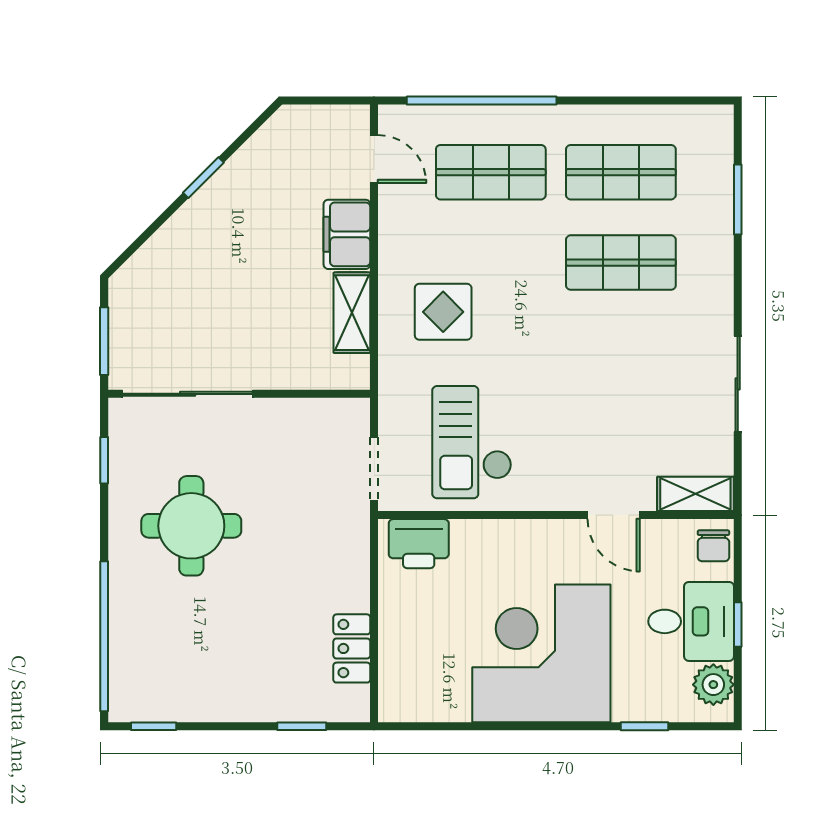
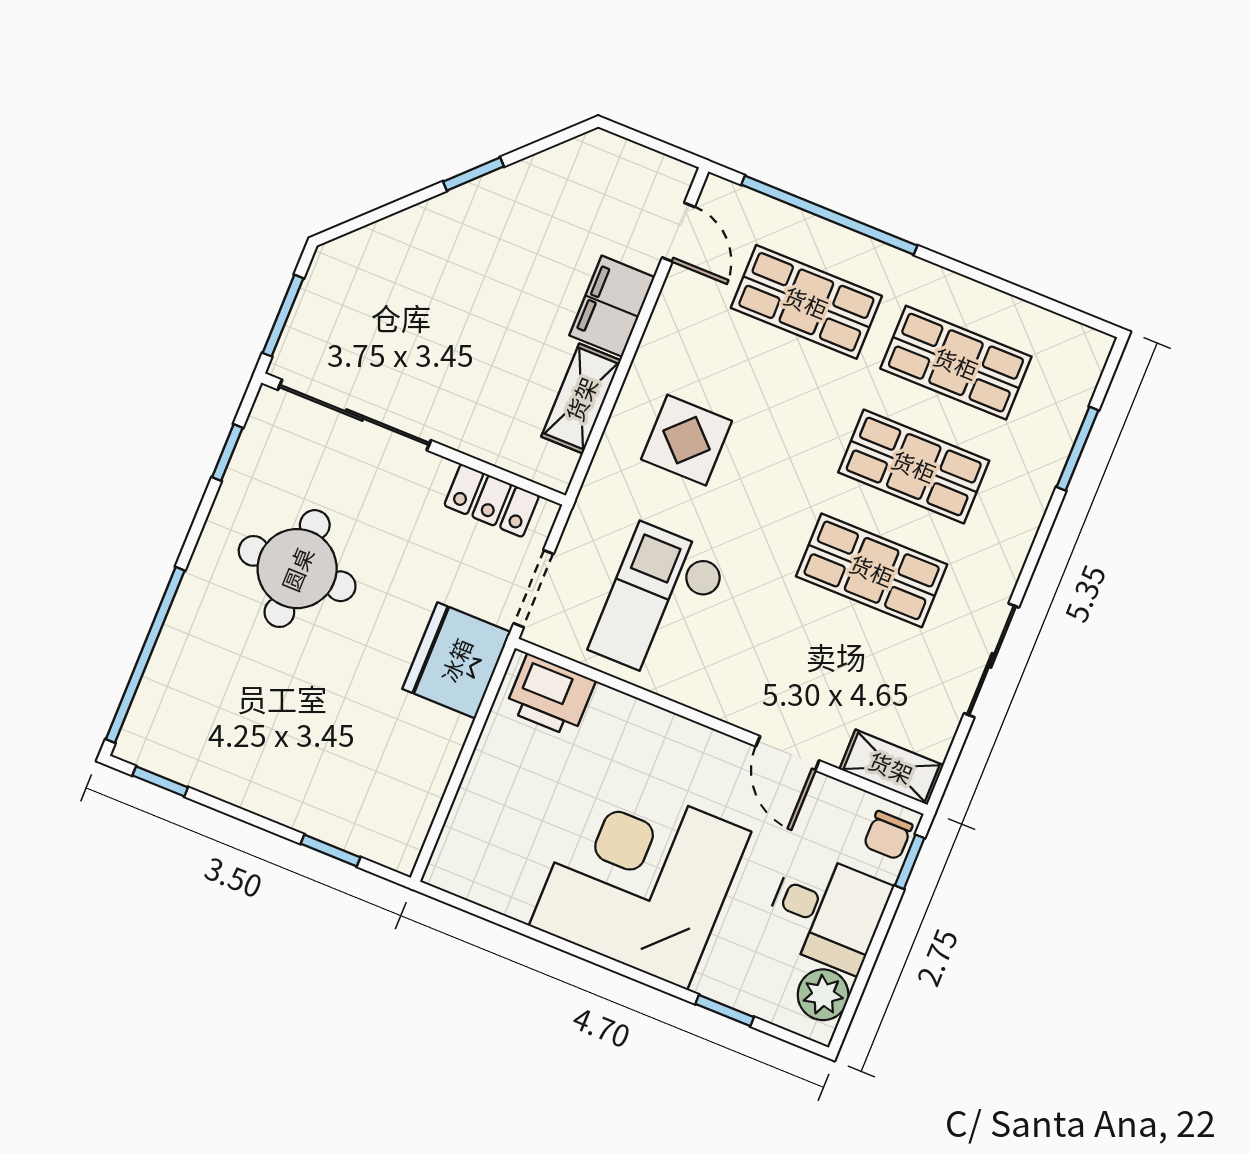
shop shelf: (621, 353) -> (872, 570), added
fridge: (338, 546) -> (456, 660), added
window: (738, 624) -> (910, 862), moved
locker: (352, 648) -> (492, 501), moved, turned -90

